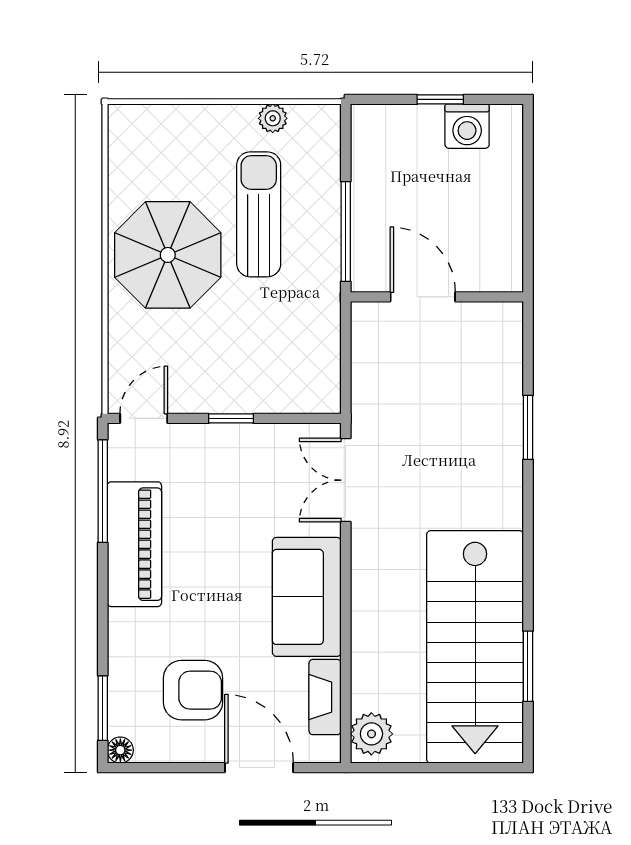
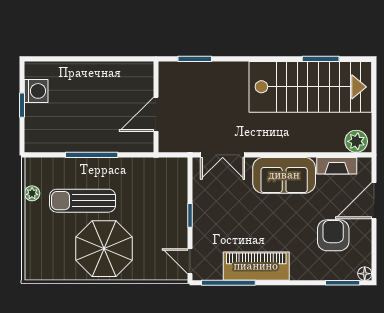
door: (423, 297) -> (156, 114), moved
wall: (437, 297) -> (156, 107), moved

